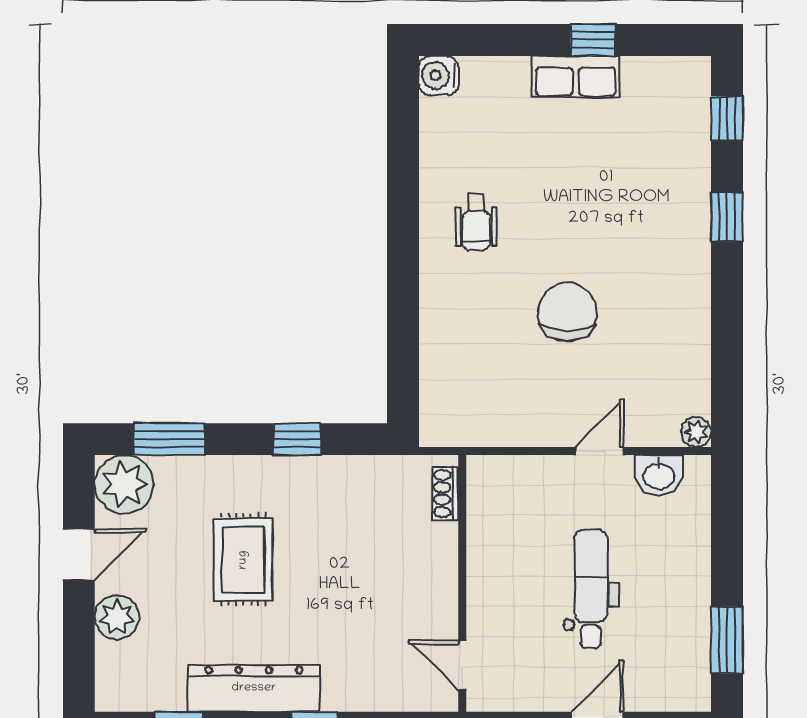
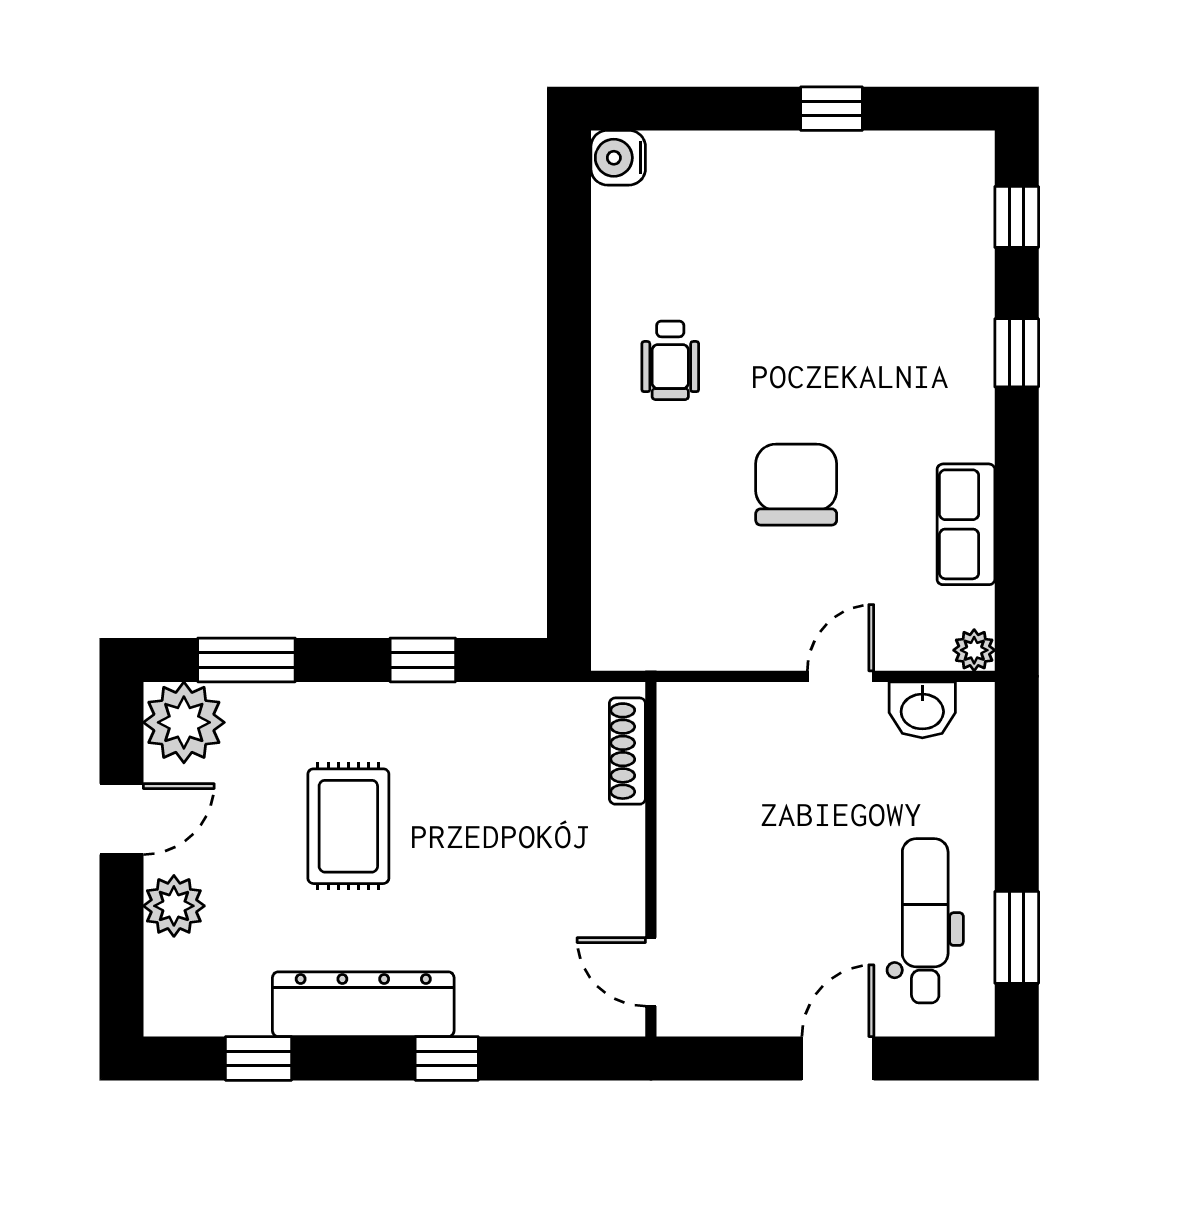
row of seats: (576, 77) -> (966, 524), moved, turned 90
shoe rack: (445, 494) -> (627, 751), width x1.43
dental chair: (591, 589) -> (925, 921), moved

